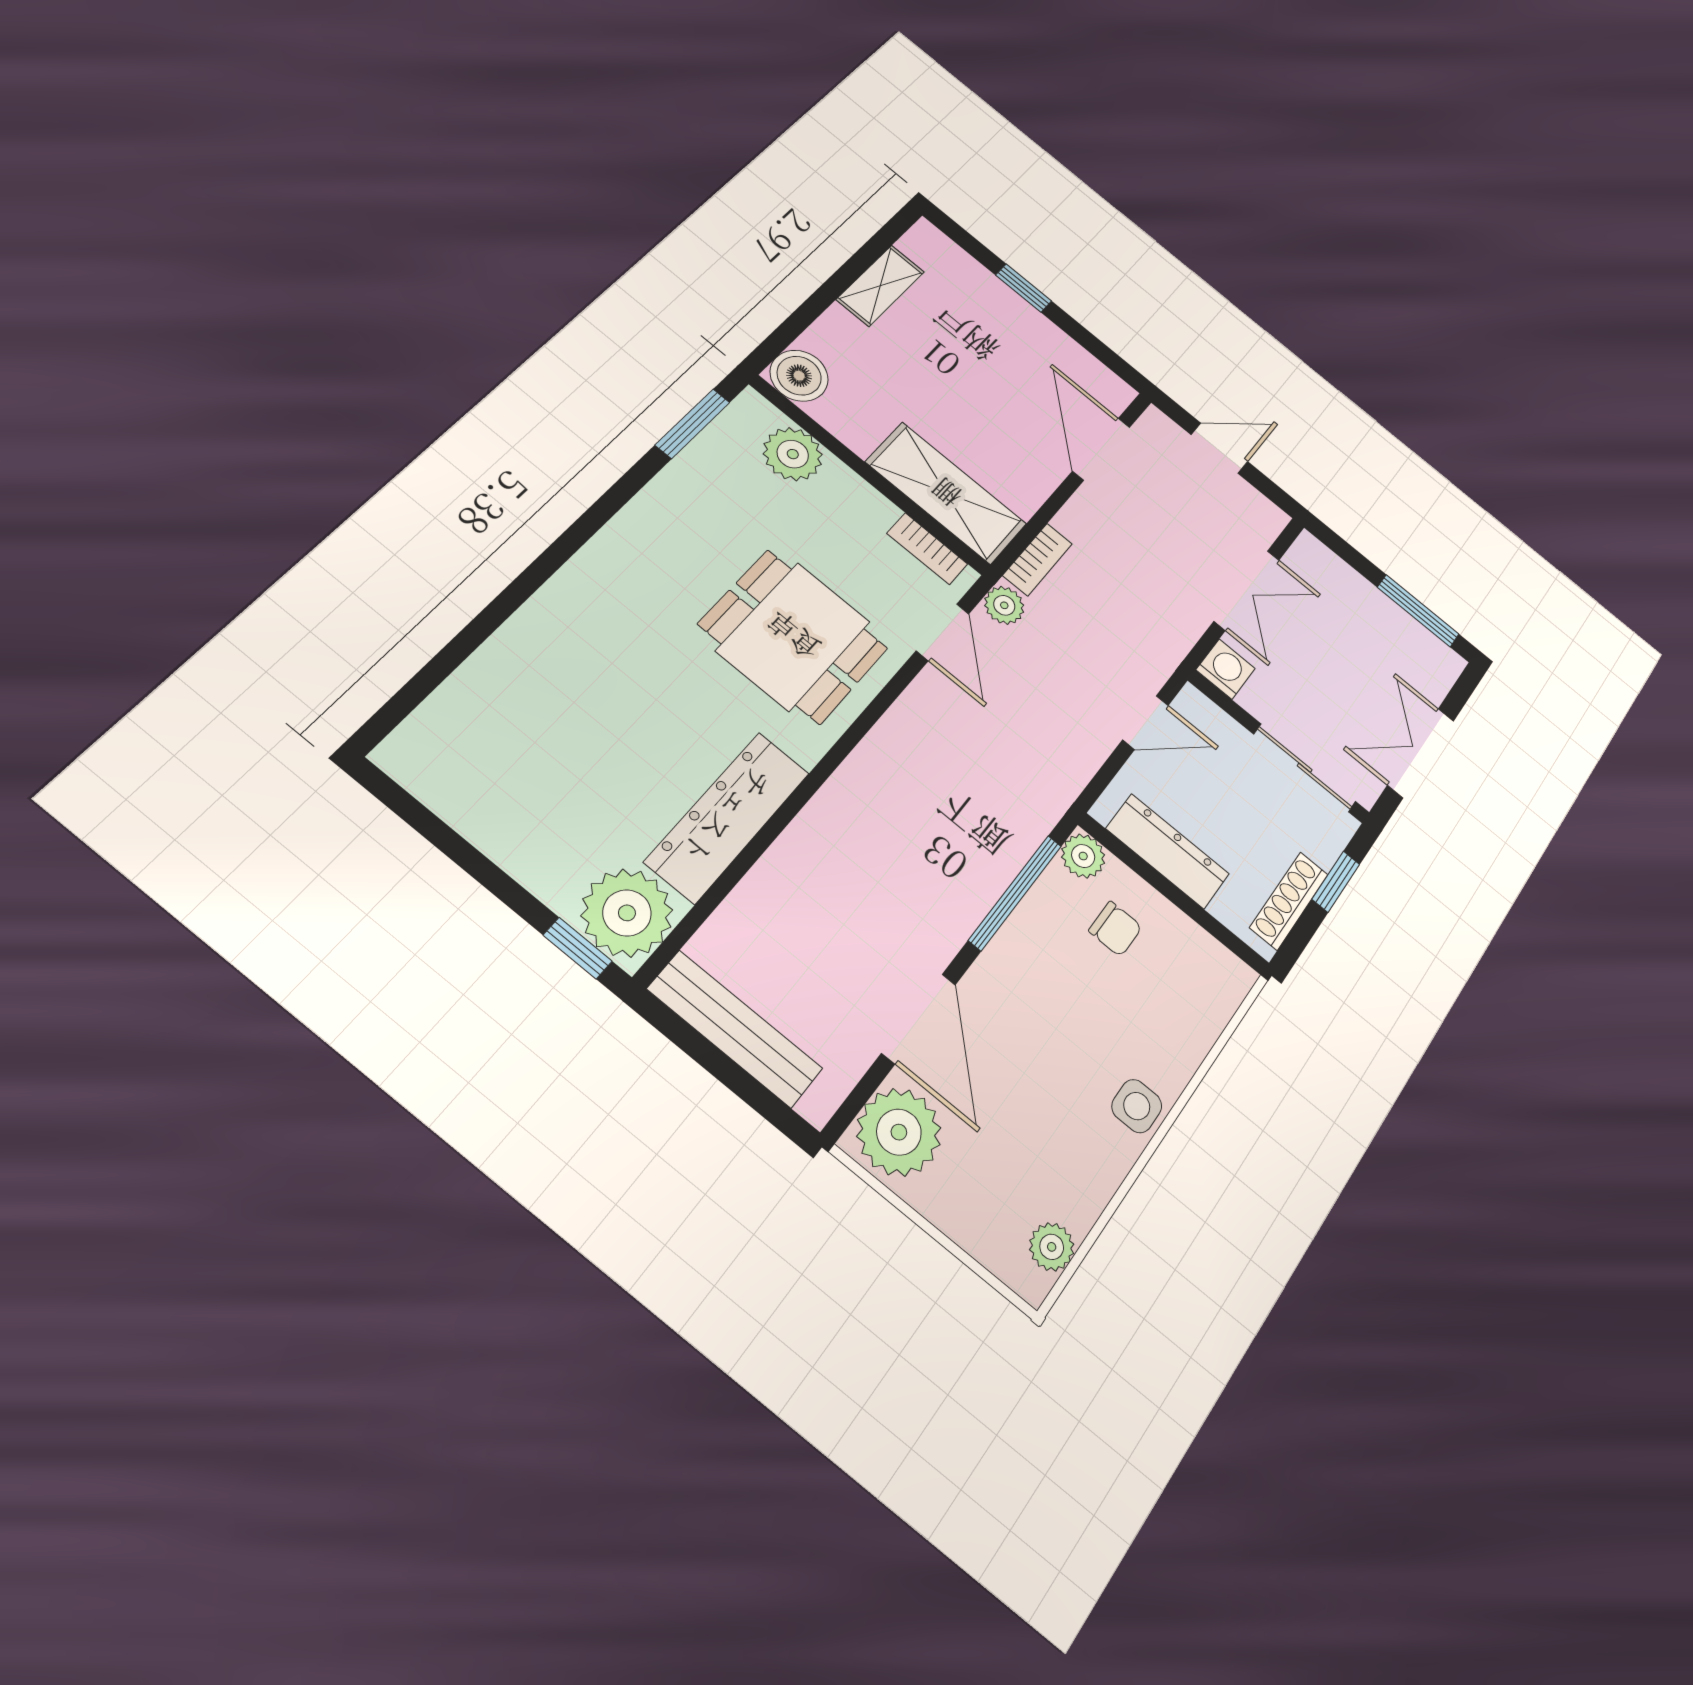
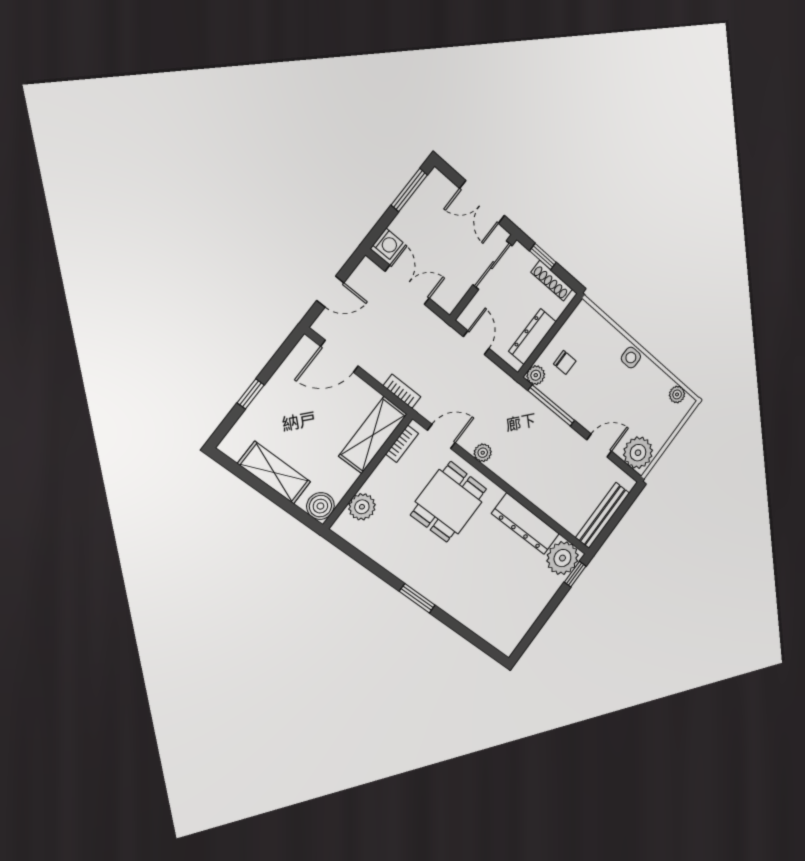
shelving: (880, 286) -> (274, 473), width x1.50, depth x1.33
window: (693, 424) -> (417, 598), moved
door: (1219, 448) -> (330, 292), swing flipped
plant: (1004, 605) -> (483, 453), moved
washing machine: (1226, 669) -> (388, 244), moved, turned 180
chair: (1115, 929) -> (565, 362), turned 90
door: (919, 1019) -> (599, 446), width x0.73

